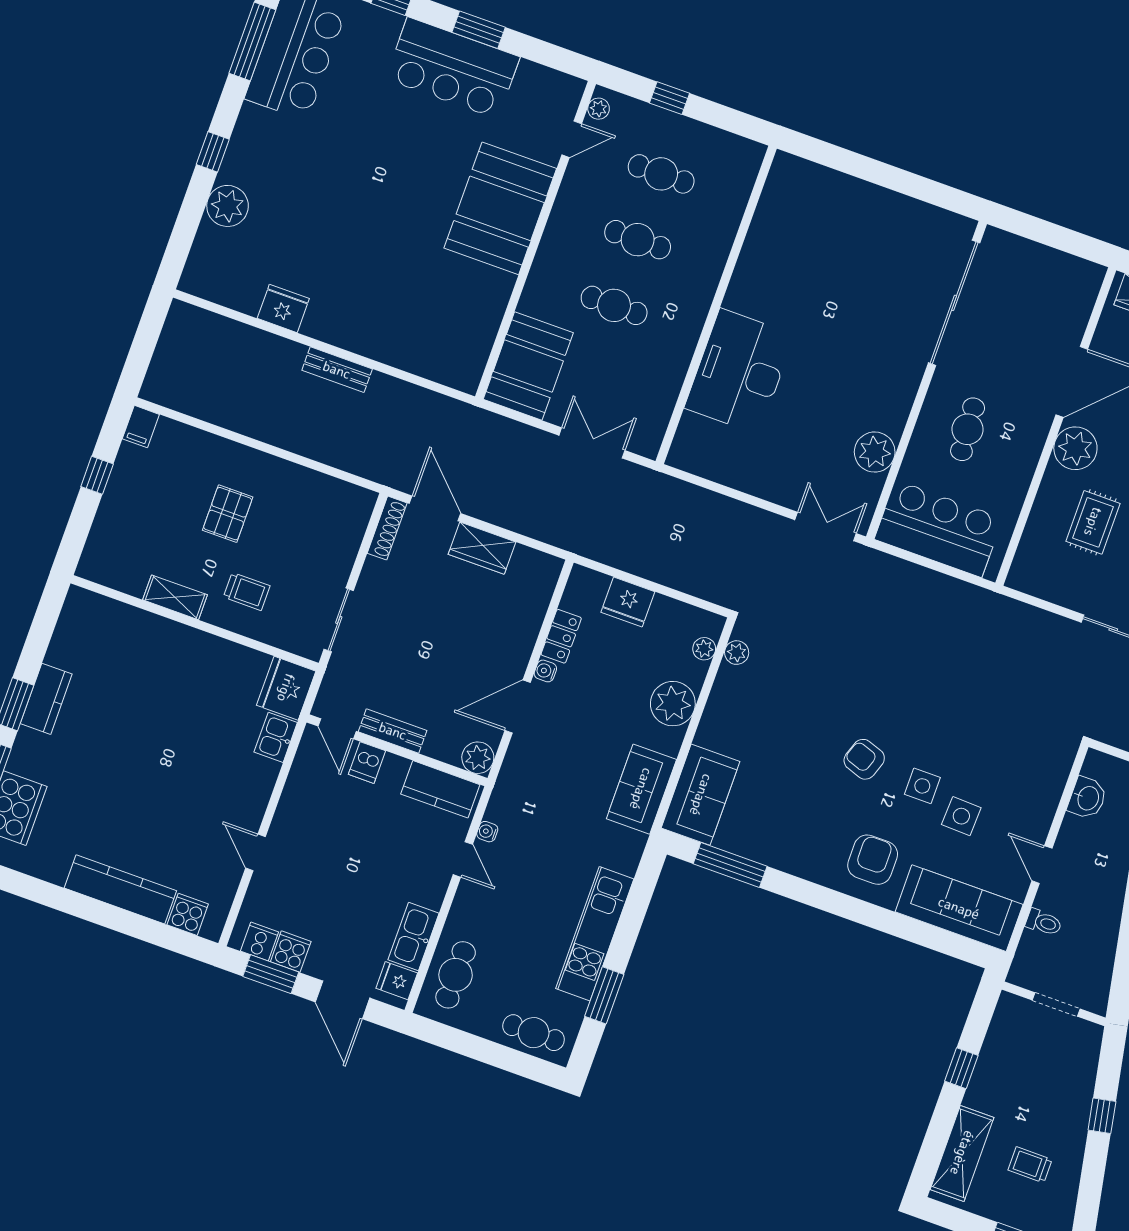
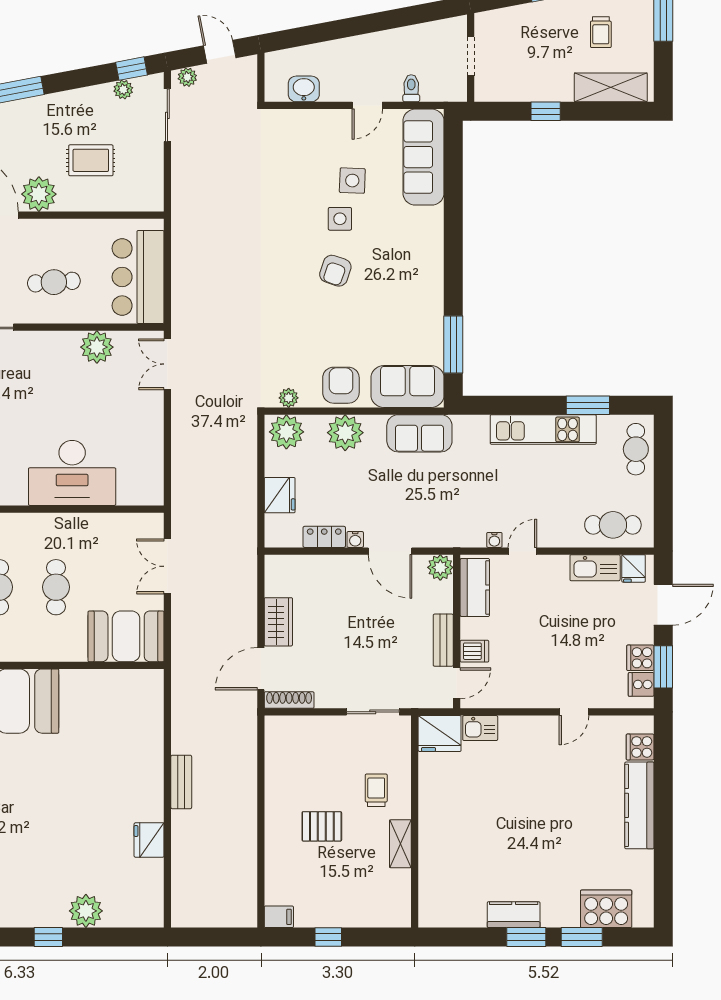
plant: (704, 649) -> (286, 432), width x1.87, depth x1.87
armchair: (873, 860) -> (341, 385), moved, turned 90

